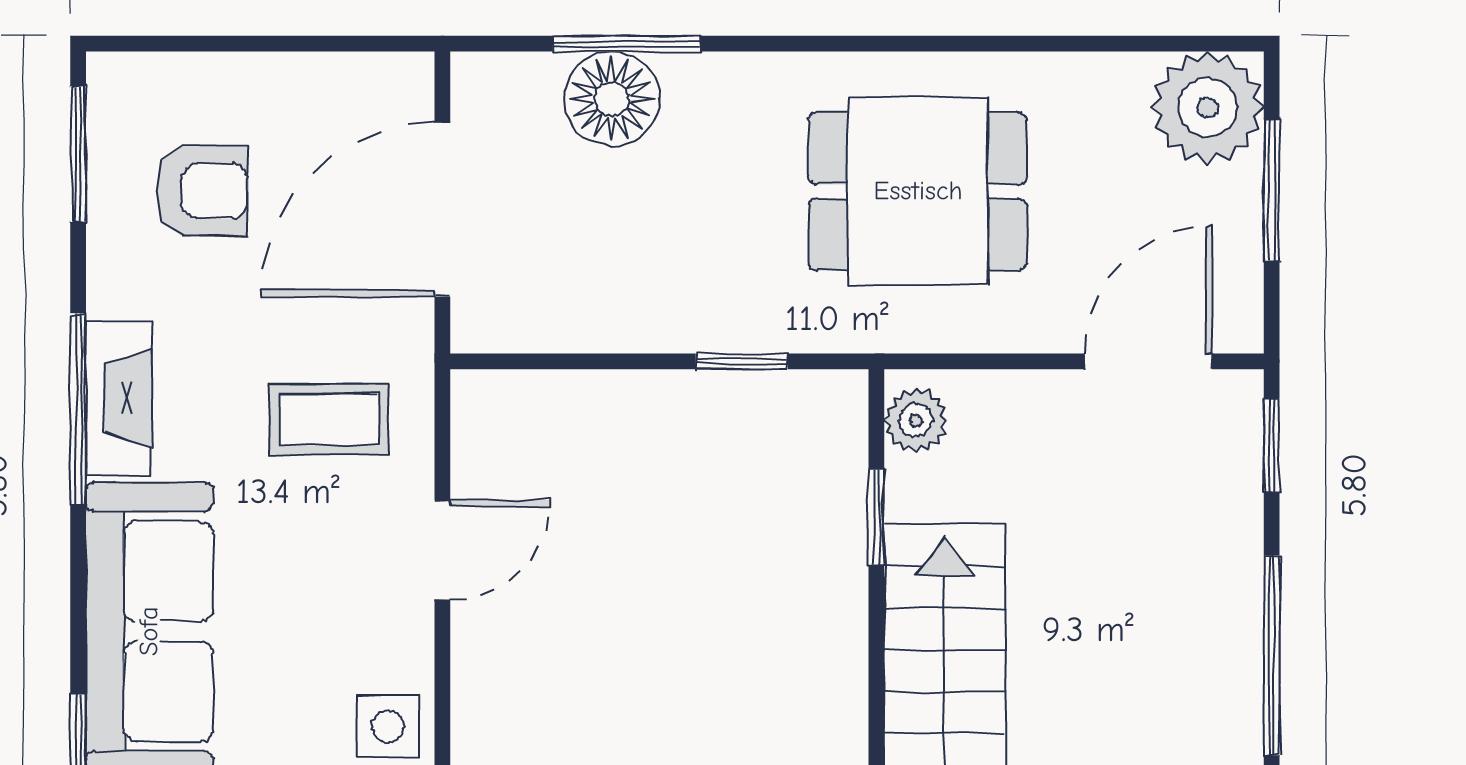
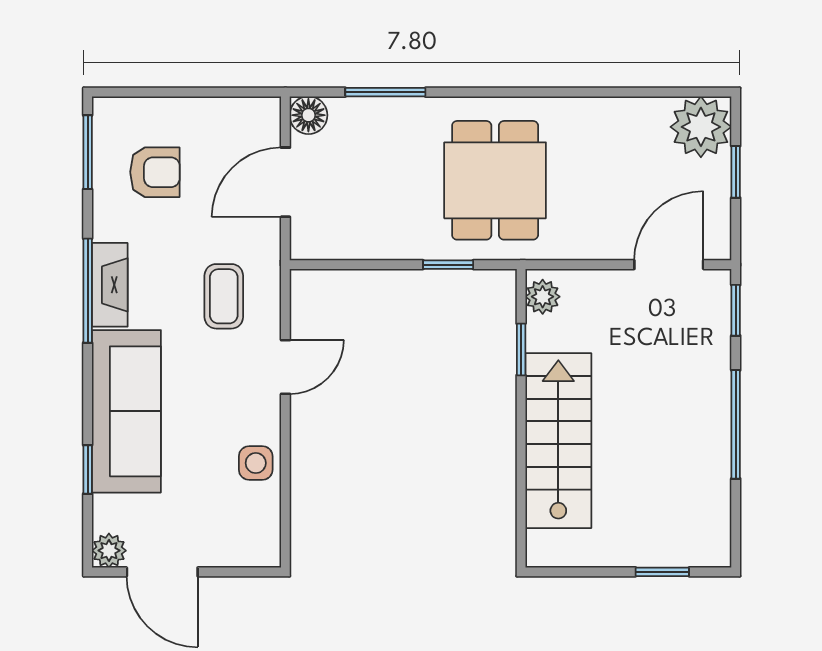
floor lamp: (612, 99) -> (308, 115), moved, width x0.73, depth x0.73
window: (1272, 190) -> (736, 172), width x0.67
dining table: (918, 191) -> (495, 180), moved, turned 90
door: (442, 209) -> (285, 182), width x0.73
coffee table: (329, 420) -> (224, 296), turned 90

